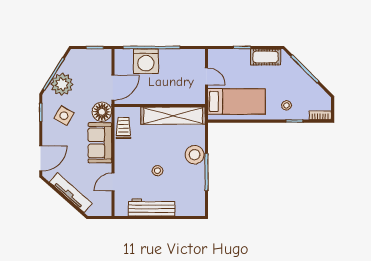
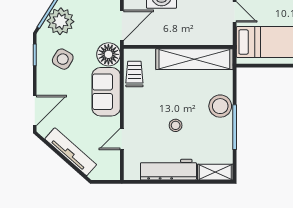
shelving: (190, 210) -> (215, 172), added

